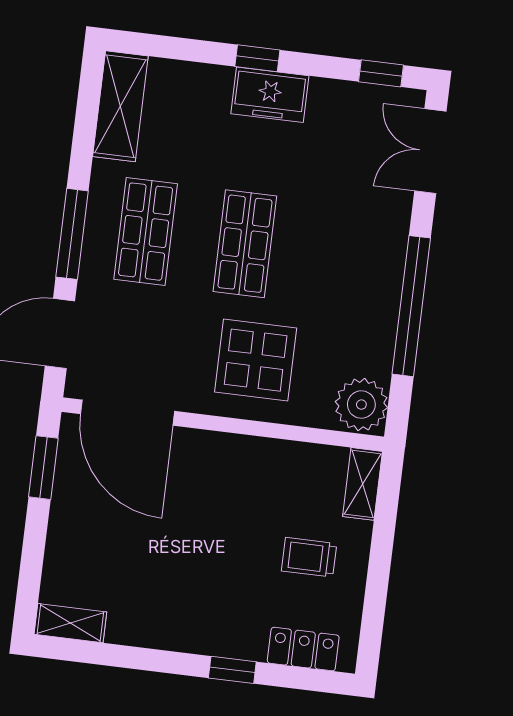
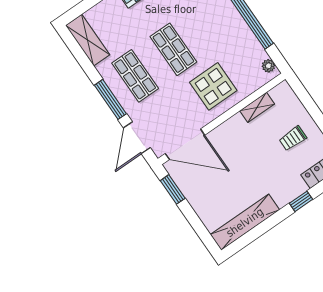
plant: (361, 405) -> (268, 66), width x0.53, depth x0.53
shelving: (363, 484) -> (257, 107), moved, turned 90
shelving: (70, 623) -> (245, 222), width x2.20, depth x1.33

